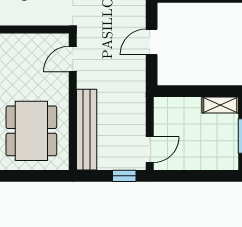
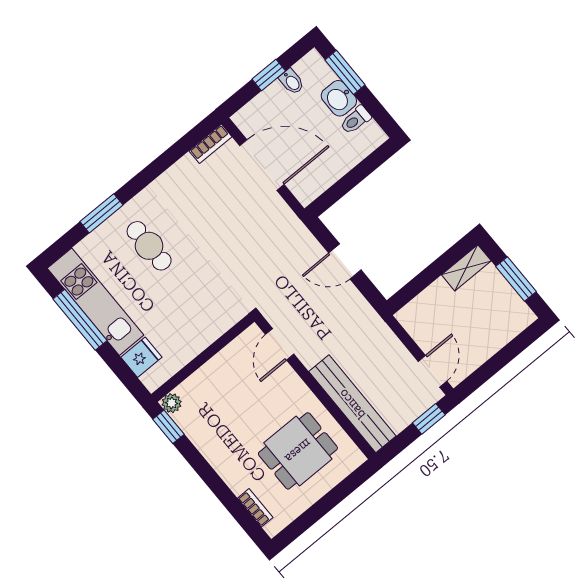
door: (152, 42) -> (345, 261), hinge flipped
dining table: (31, 131) -> (298, 451), width x0.73

